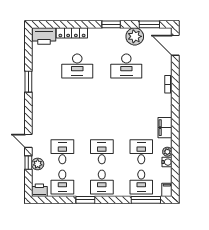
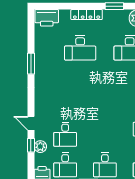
locker: (72, 33) -> (87, 15), moved
desk: (62, 152) -> (65, 134), turned 180
desk: (102, 152) -> (105, 134), removed

